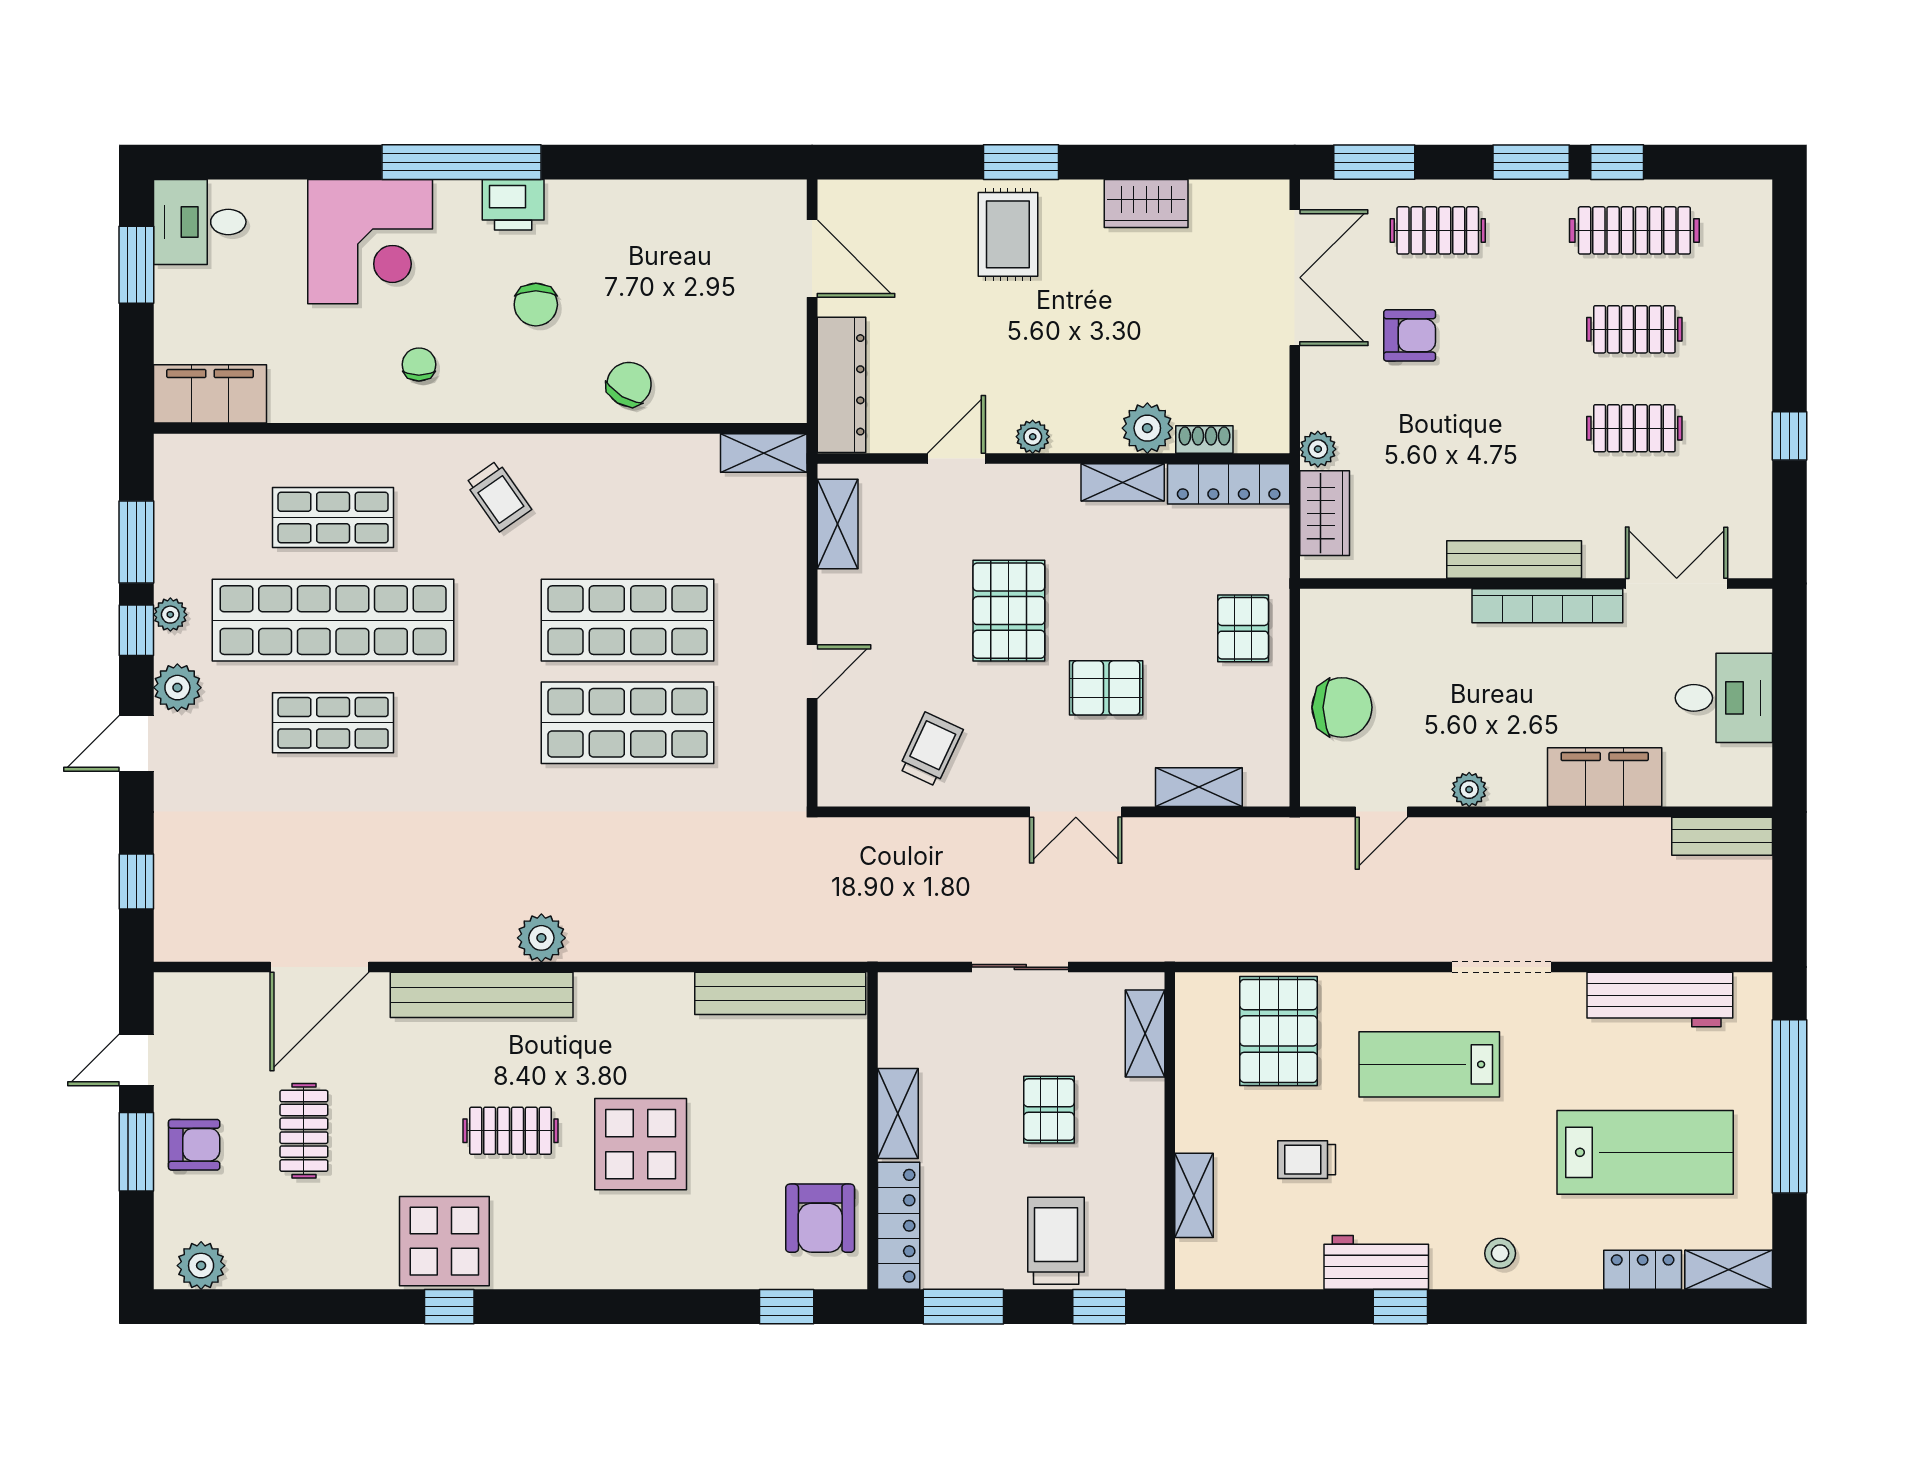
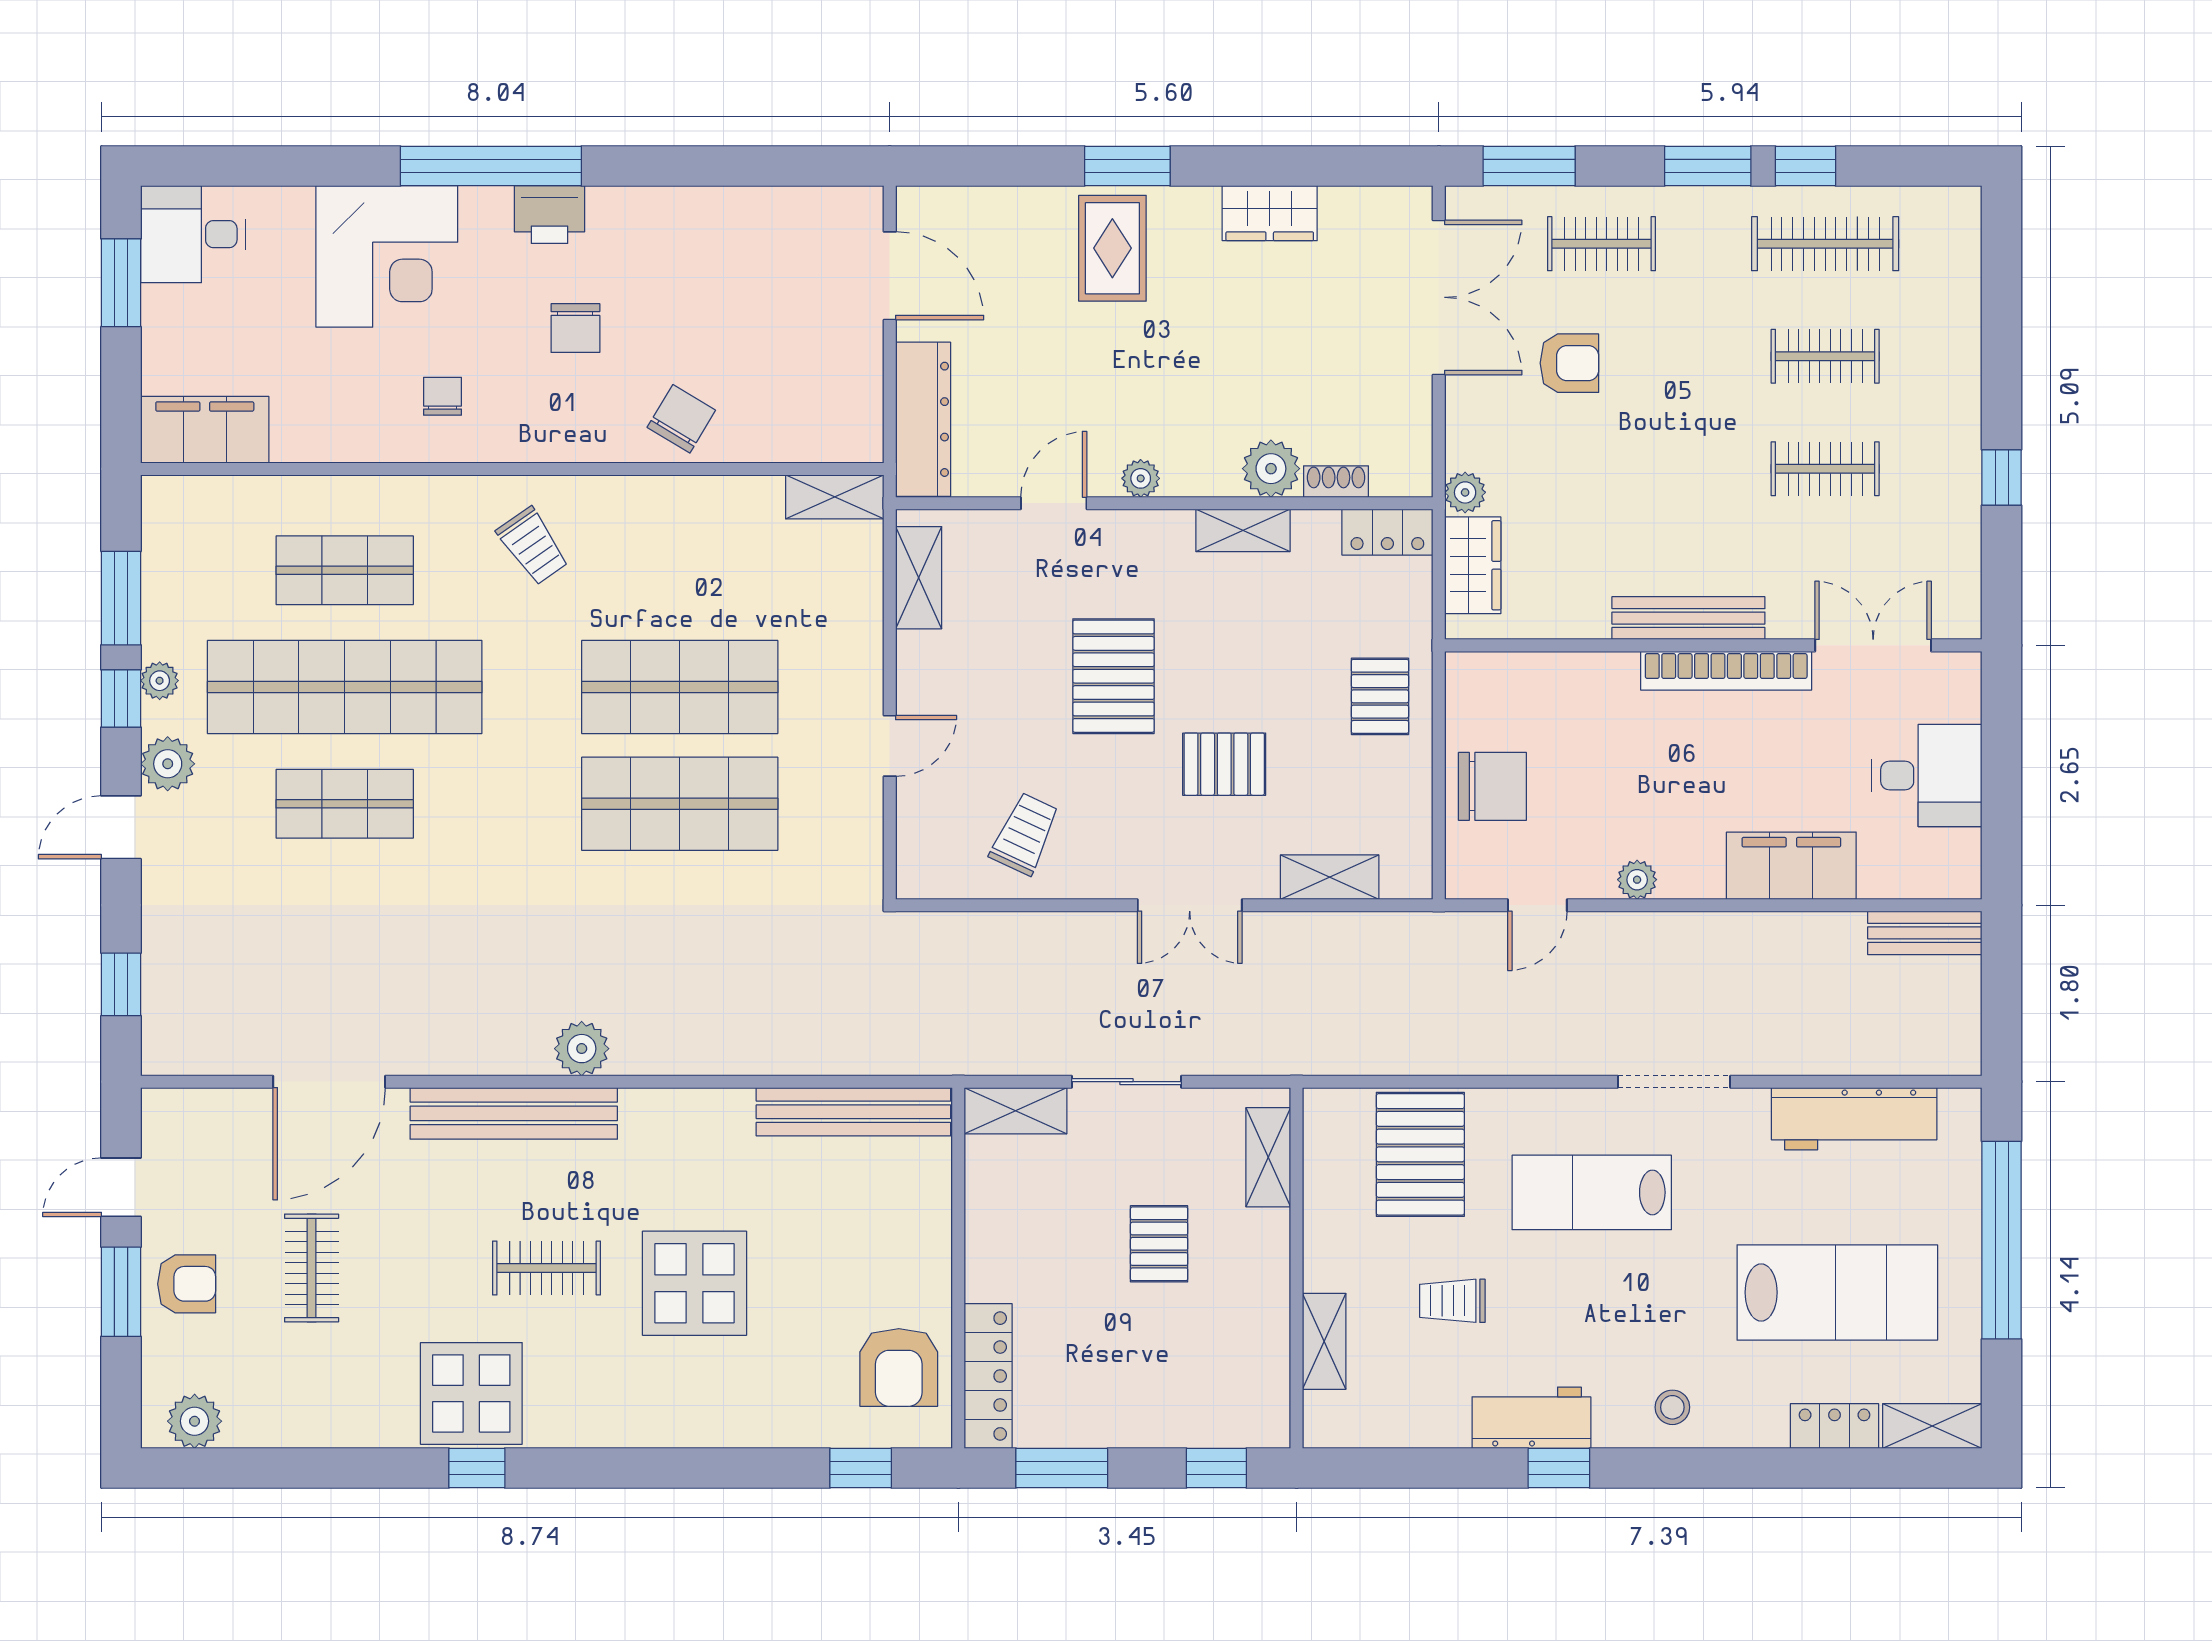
locker: (1229, 484) -> (1387, 532), width x0.66
shelving: (898, 1114) -> (1016, 1111), moved, turned 90
trolley: (1056, 1241) -> (1167, 1393), removed

